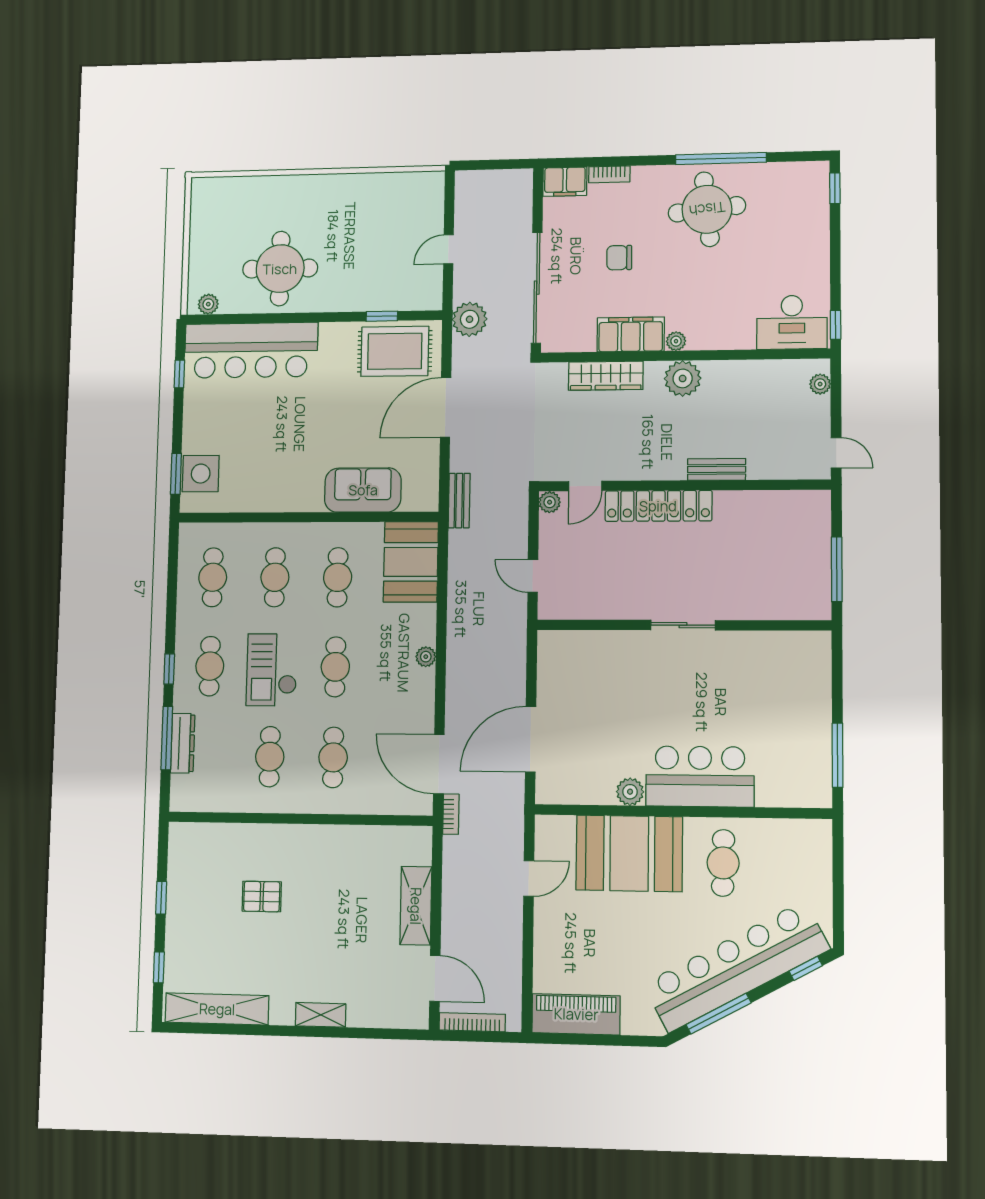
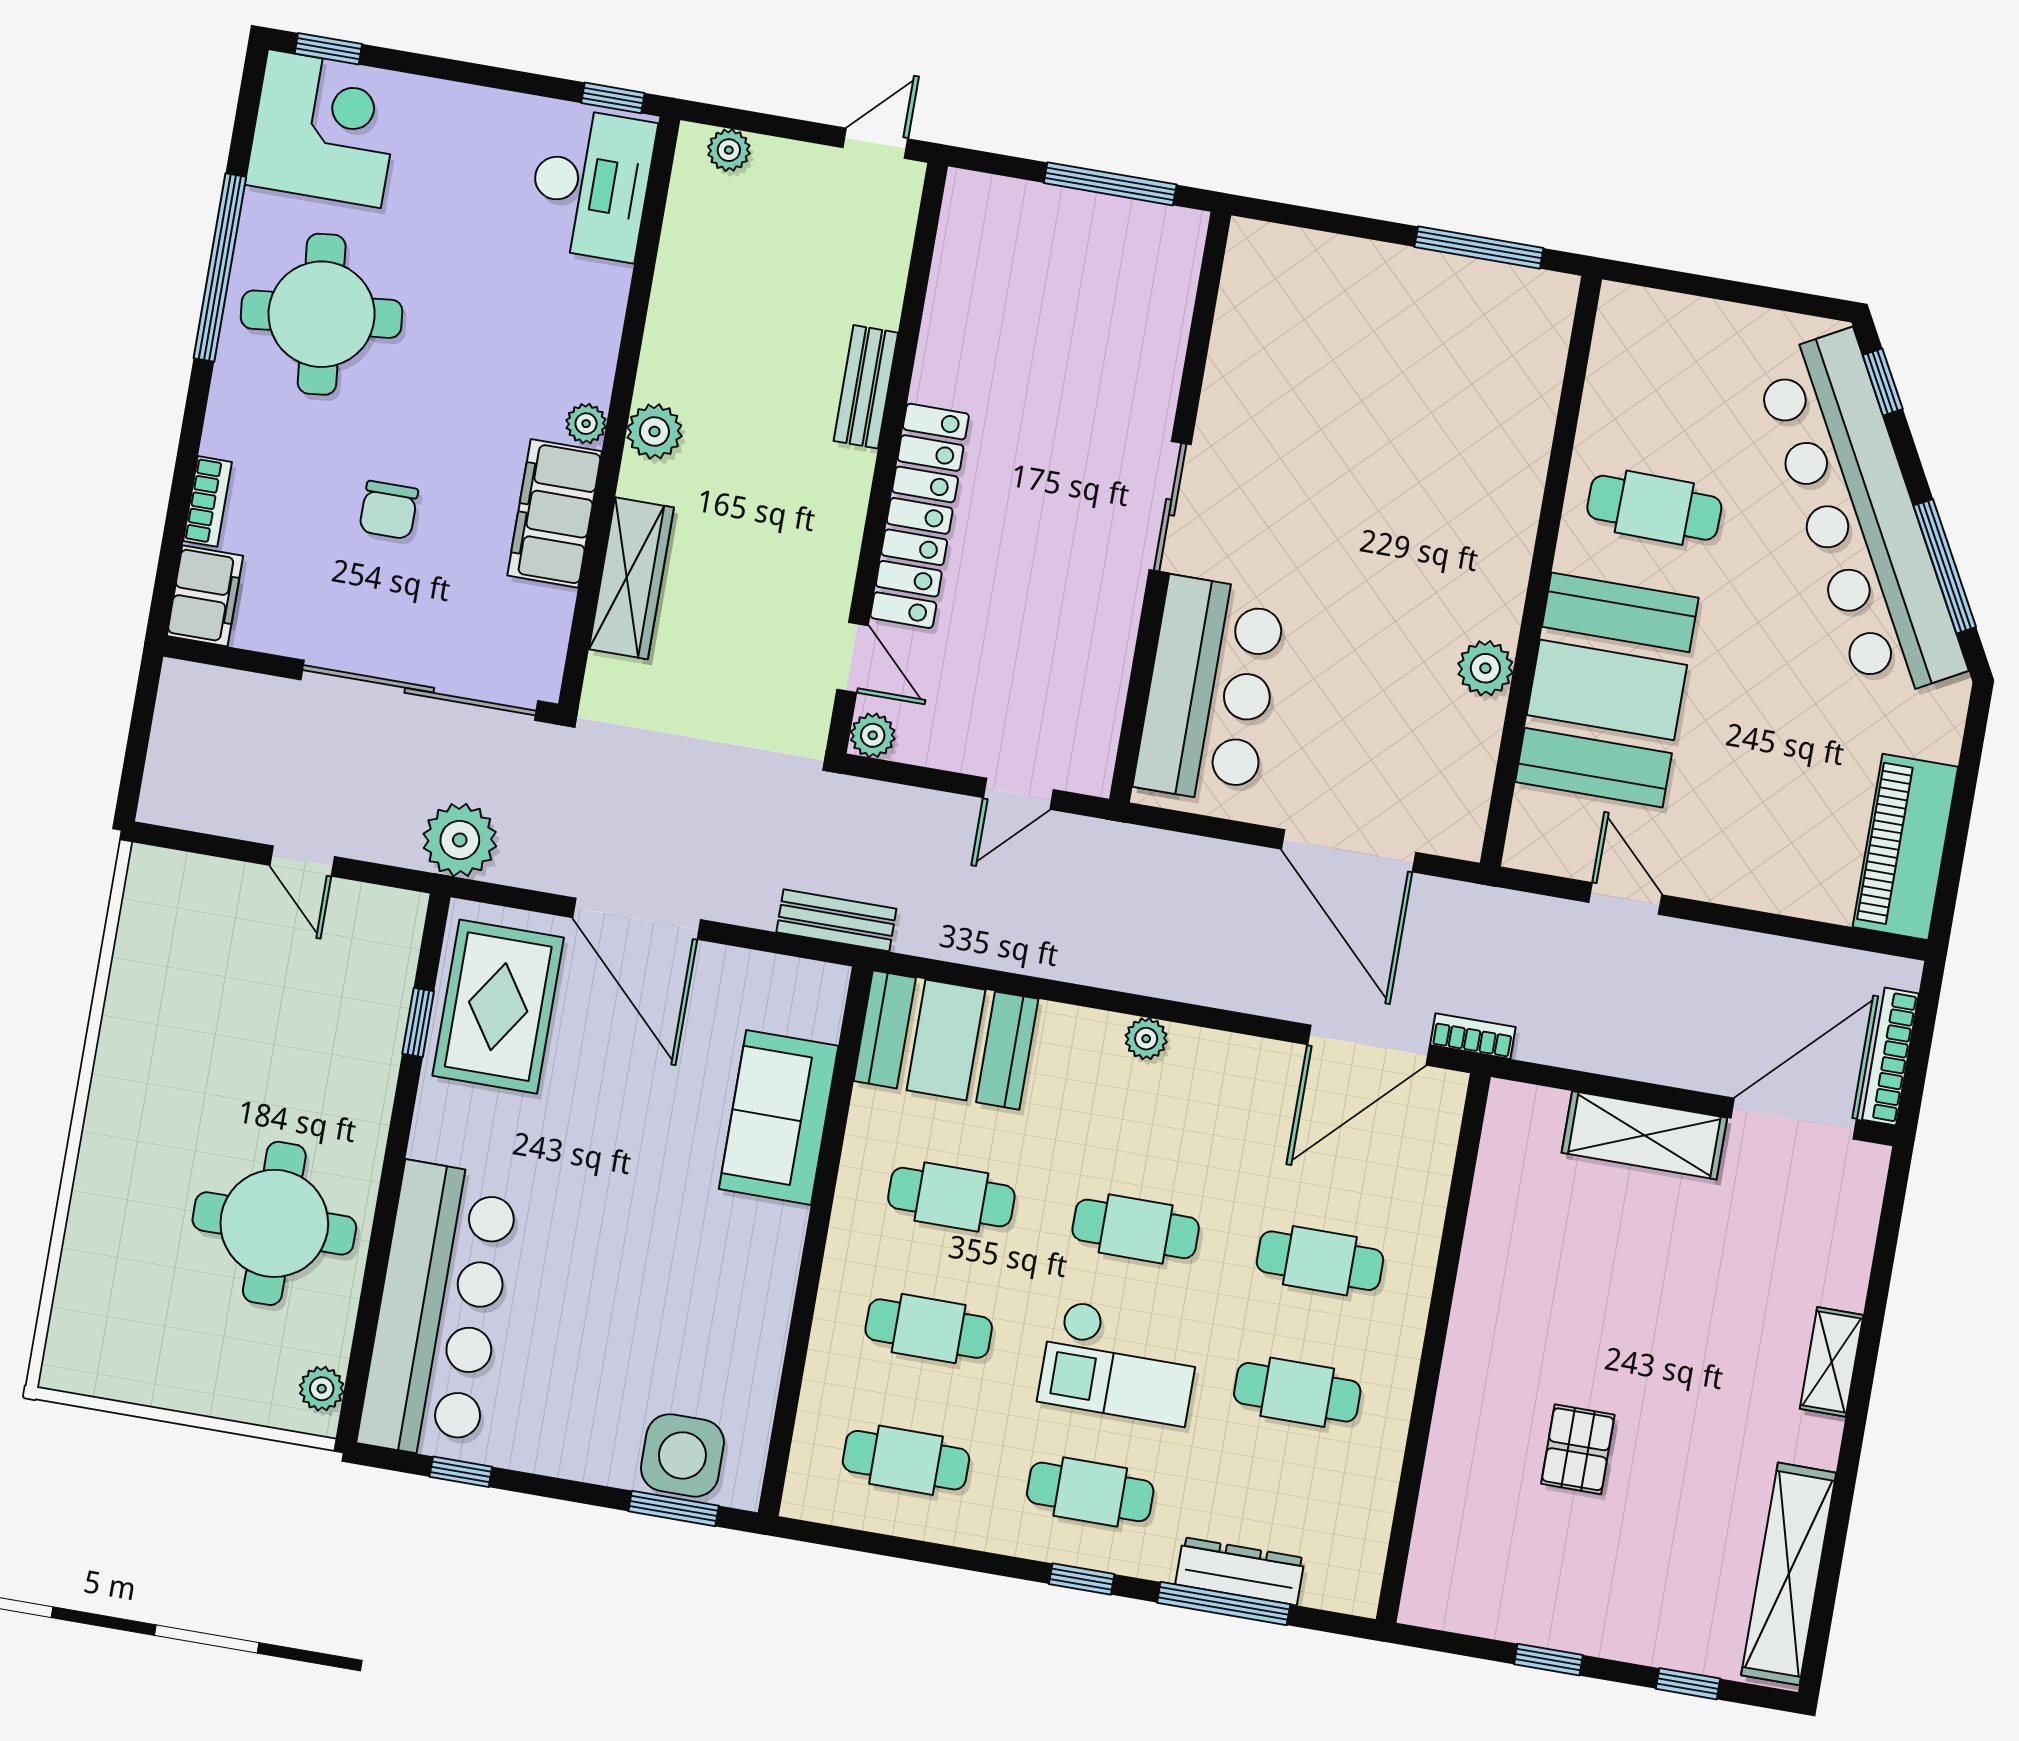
corner desk: (796, 194) -> (324, 129), added
plant: (683, 378) -> (654, 432), width x0.73, depth x0.73
bar counter: (700, 776) -> (1210, 690), moved, turned 180
door: (435, 978) -> (1794, 1119), width x1.36

